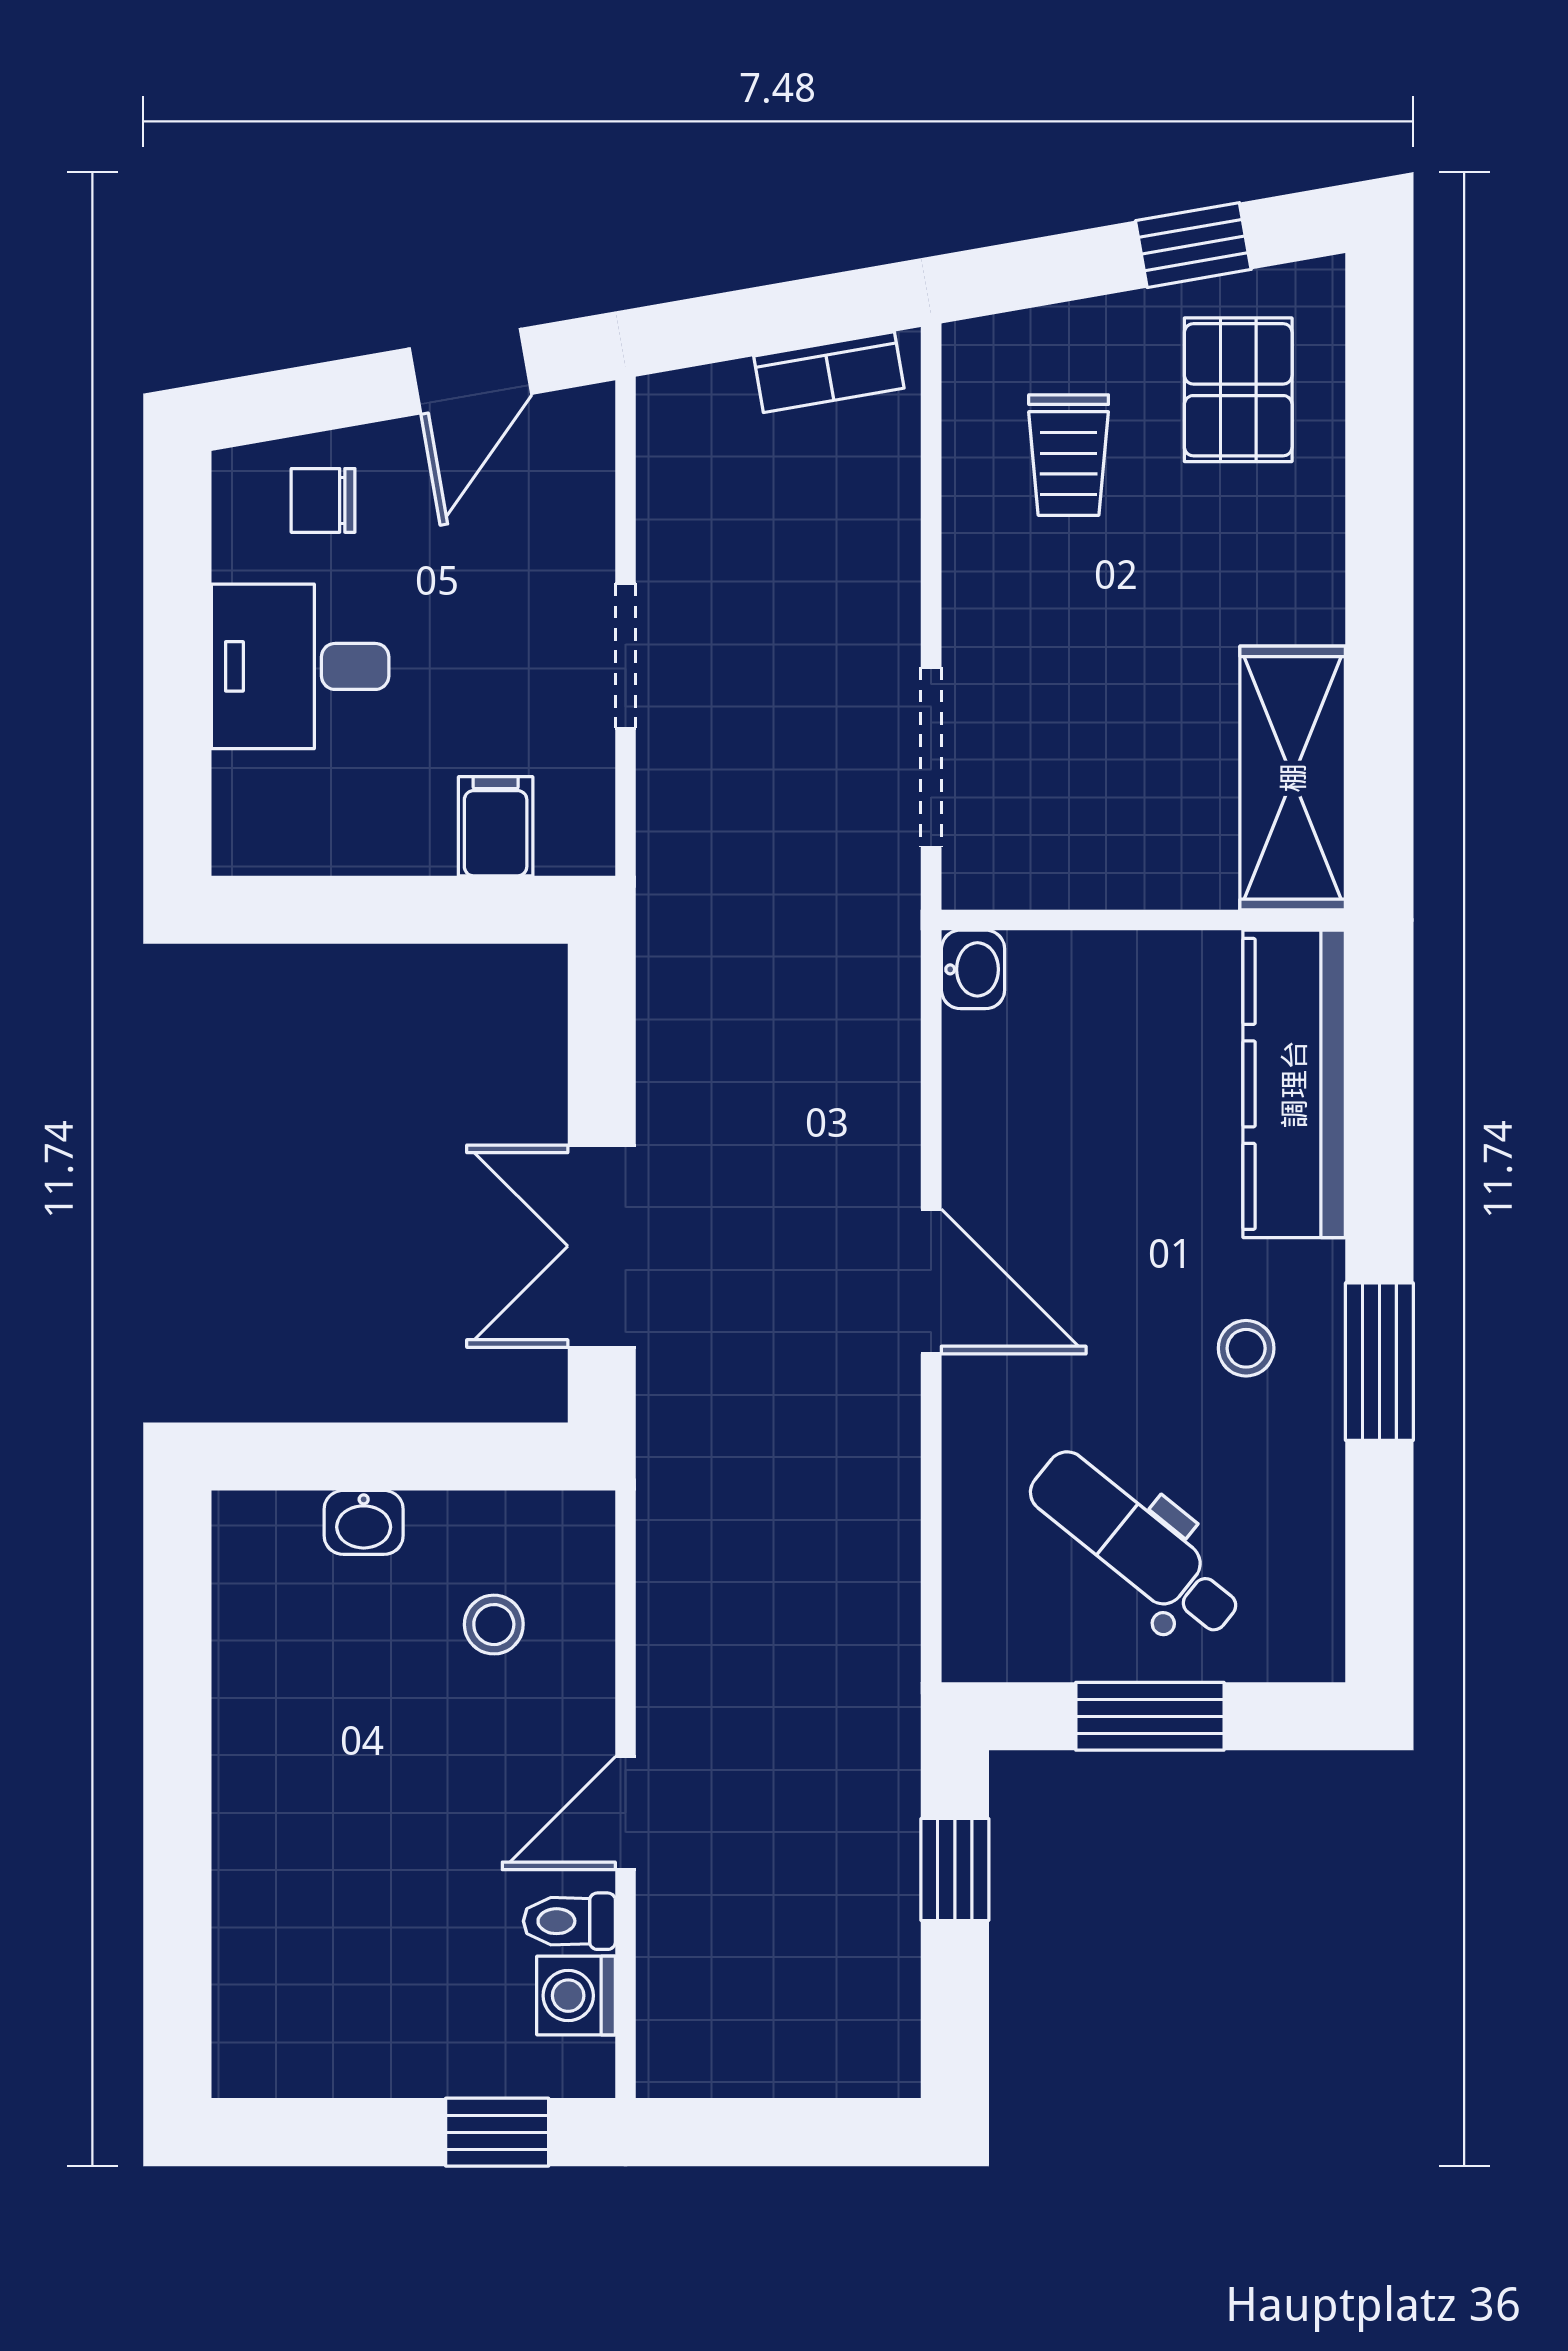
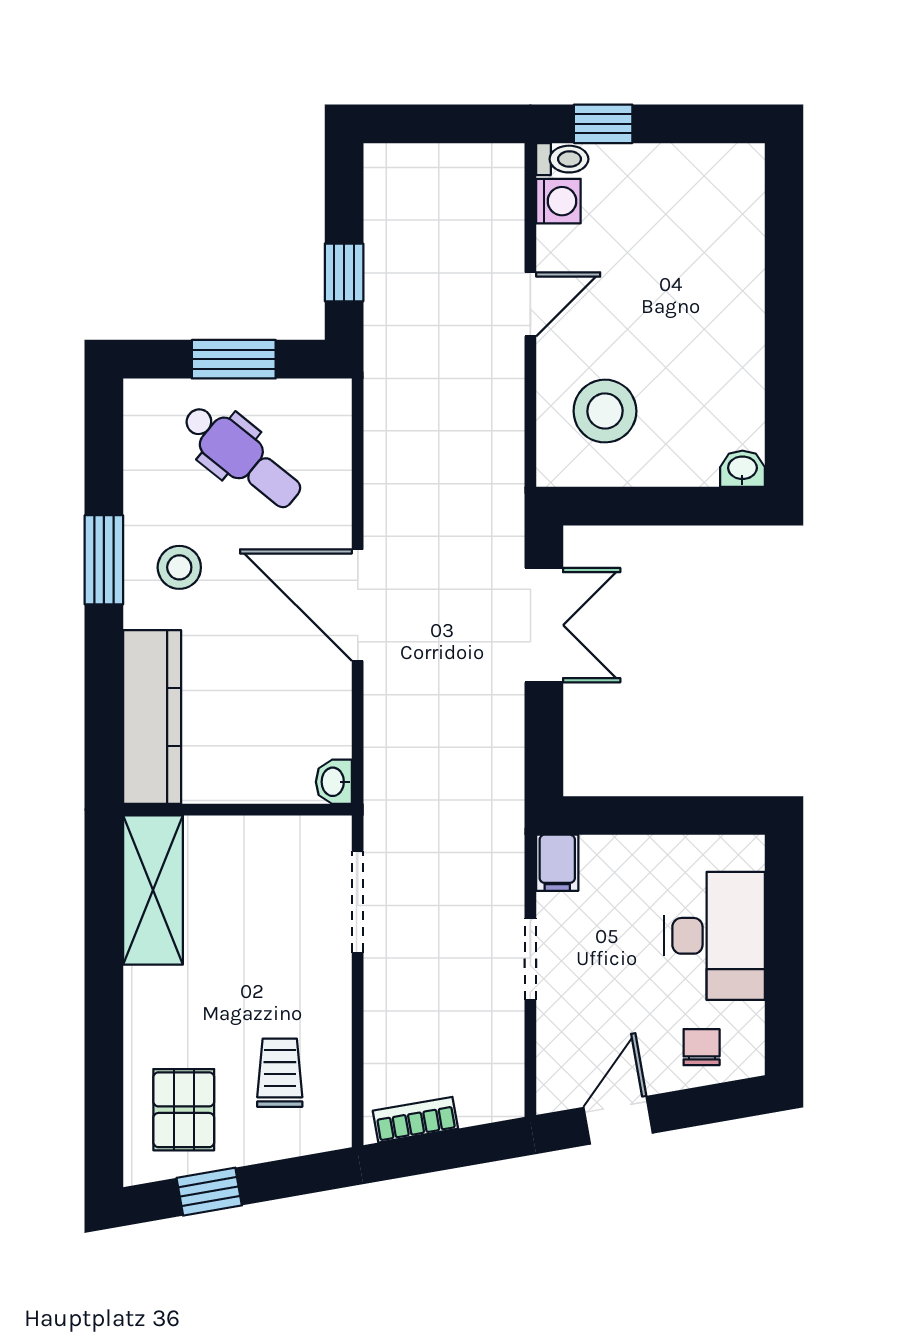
chair: (323, 500) -> (702, 1047), turned -90
desk: (300, 666) -> (715, 936), width x1.37
filing cabinet: (496, 826) -> (557, 863), moved
door: (931, 1282) -> (358, 605), width x1.36
stool: (1246, 1348) -> (179, 567), width x1.37, depth x1.37
washbasin: (364, 1522) -> (742, 469), moved
stool: (494, 1625) -> (605, 411), width x1.89, depth x1.89
toilet: (569, 1921) -> (562, 159), moved

